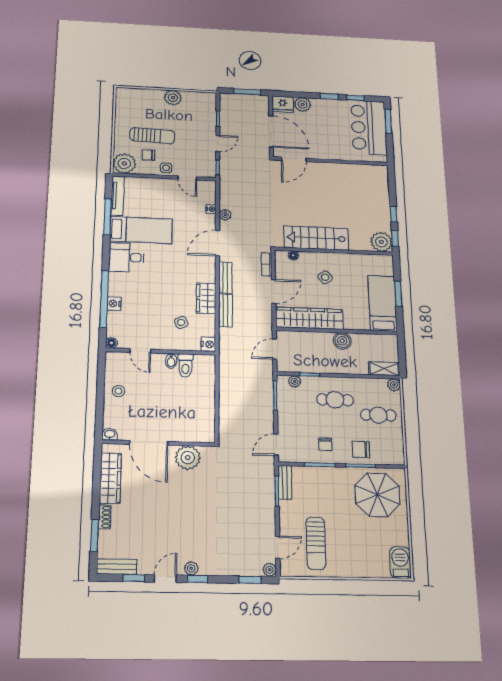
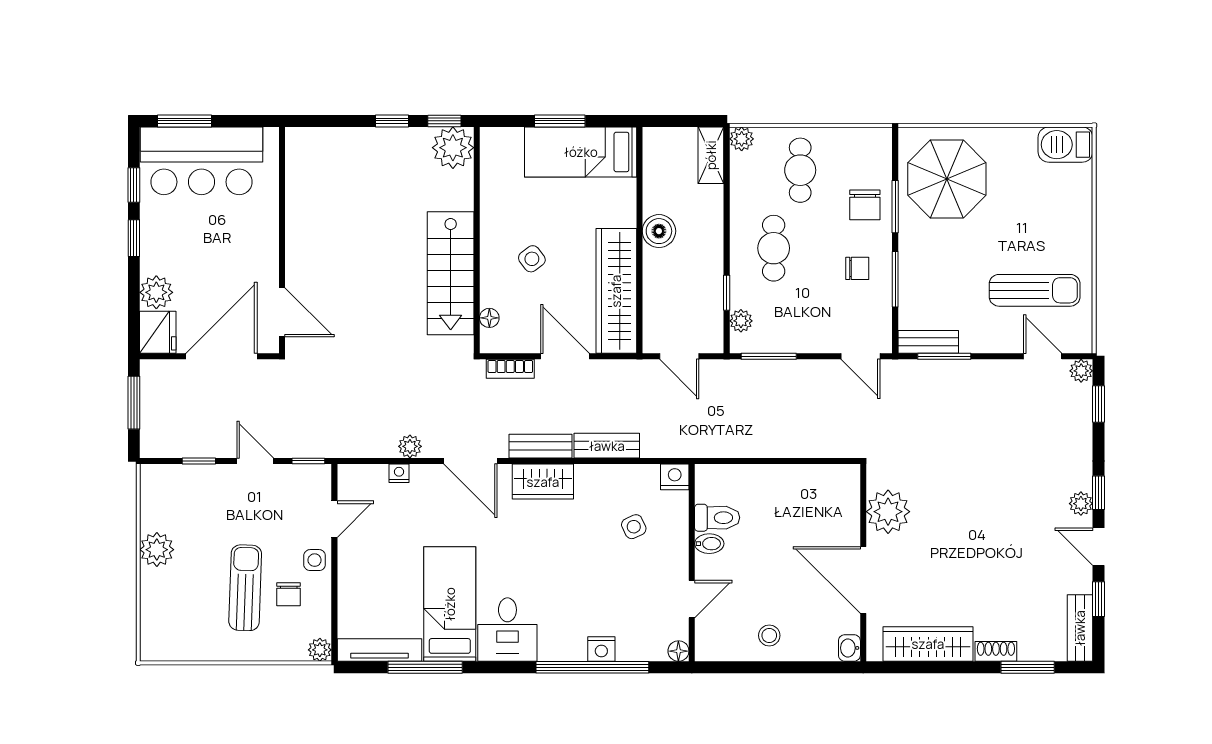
plant: (124, 163) -> (320, 650), width x0.53, depth x0.53
wardrobe: (206, 298) -> (543, 482), moved
door: (149, 443) -> (863, 580), swing flipped

